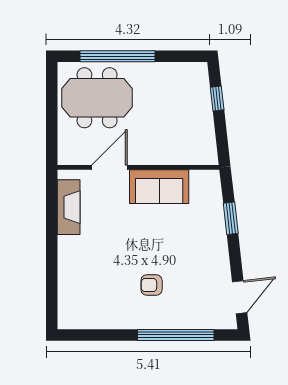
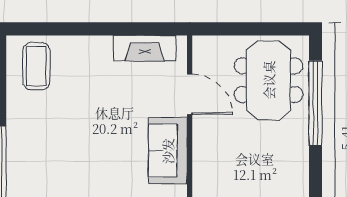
armchair: (152, 285) -> (56, 142), removed
coffee table: (85, 303) -> (36, 66), added

